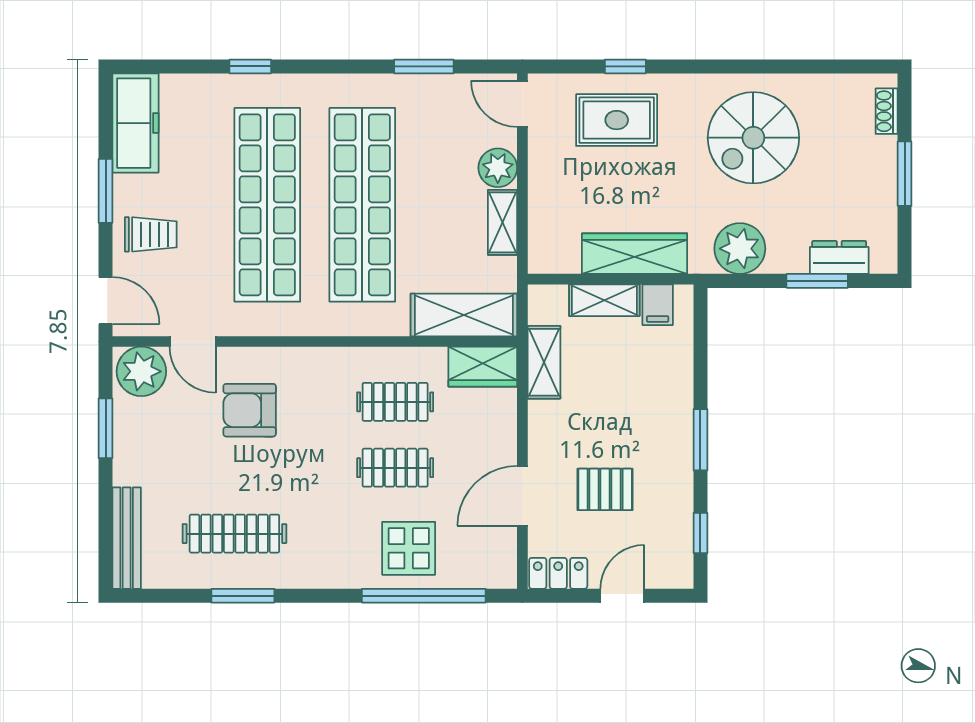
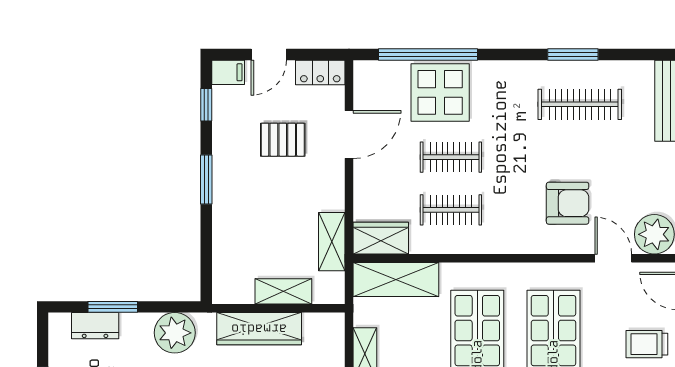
filing cabinet: (658, 305) -> (228, 72), moved, turned 90
display table: (409, 548) -> (440, 92), width x1.36, depth x1.36

